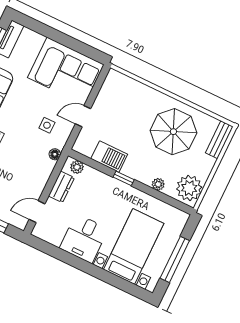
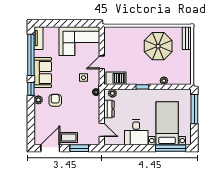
barbecue: (109, 156) -> (116, 78), moved
plant: (189, 188) -> (183, 74), removed
door: (37, 212) -> (102, 130), swing flipped
window: (175, 259) -> (194, 109), moved
window: (122, 284) -> (171, 148), added

